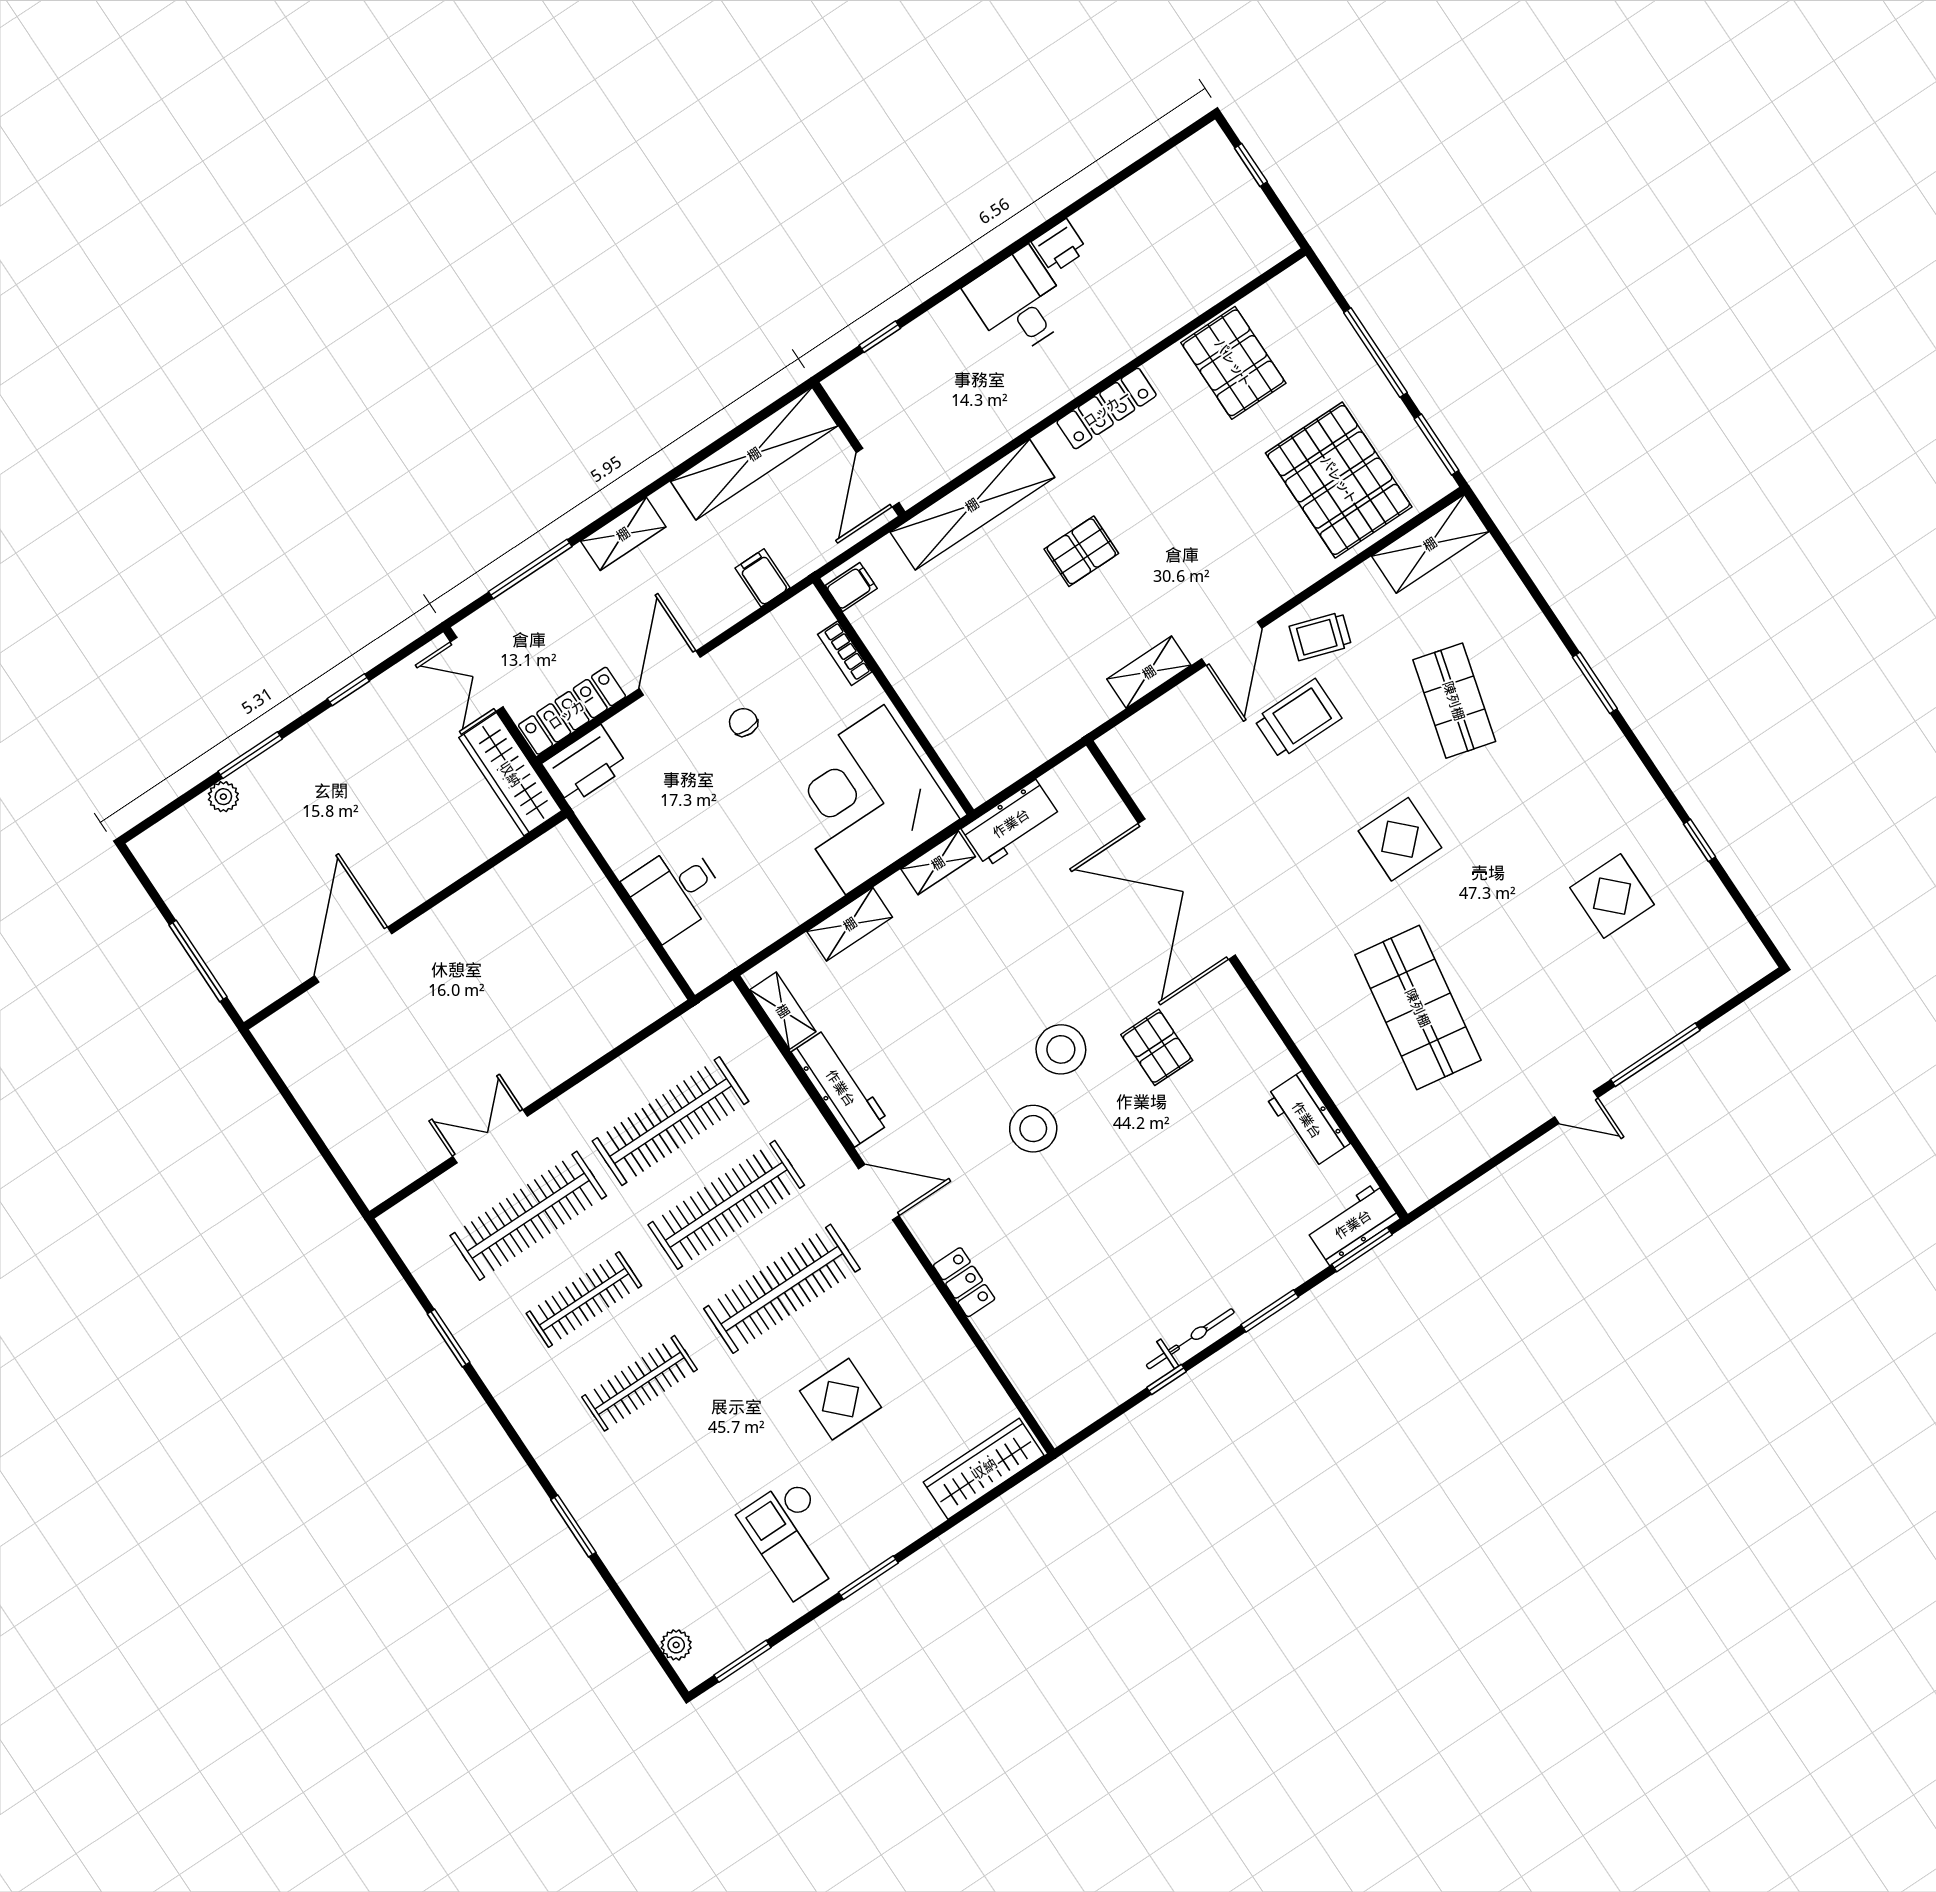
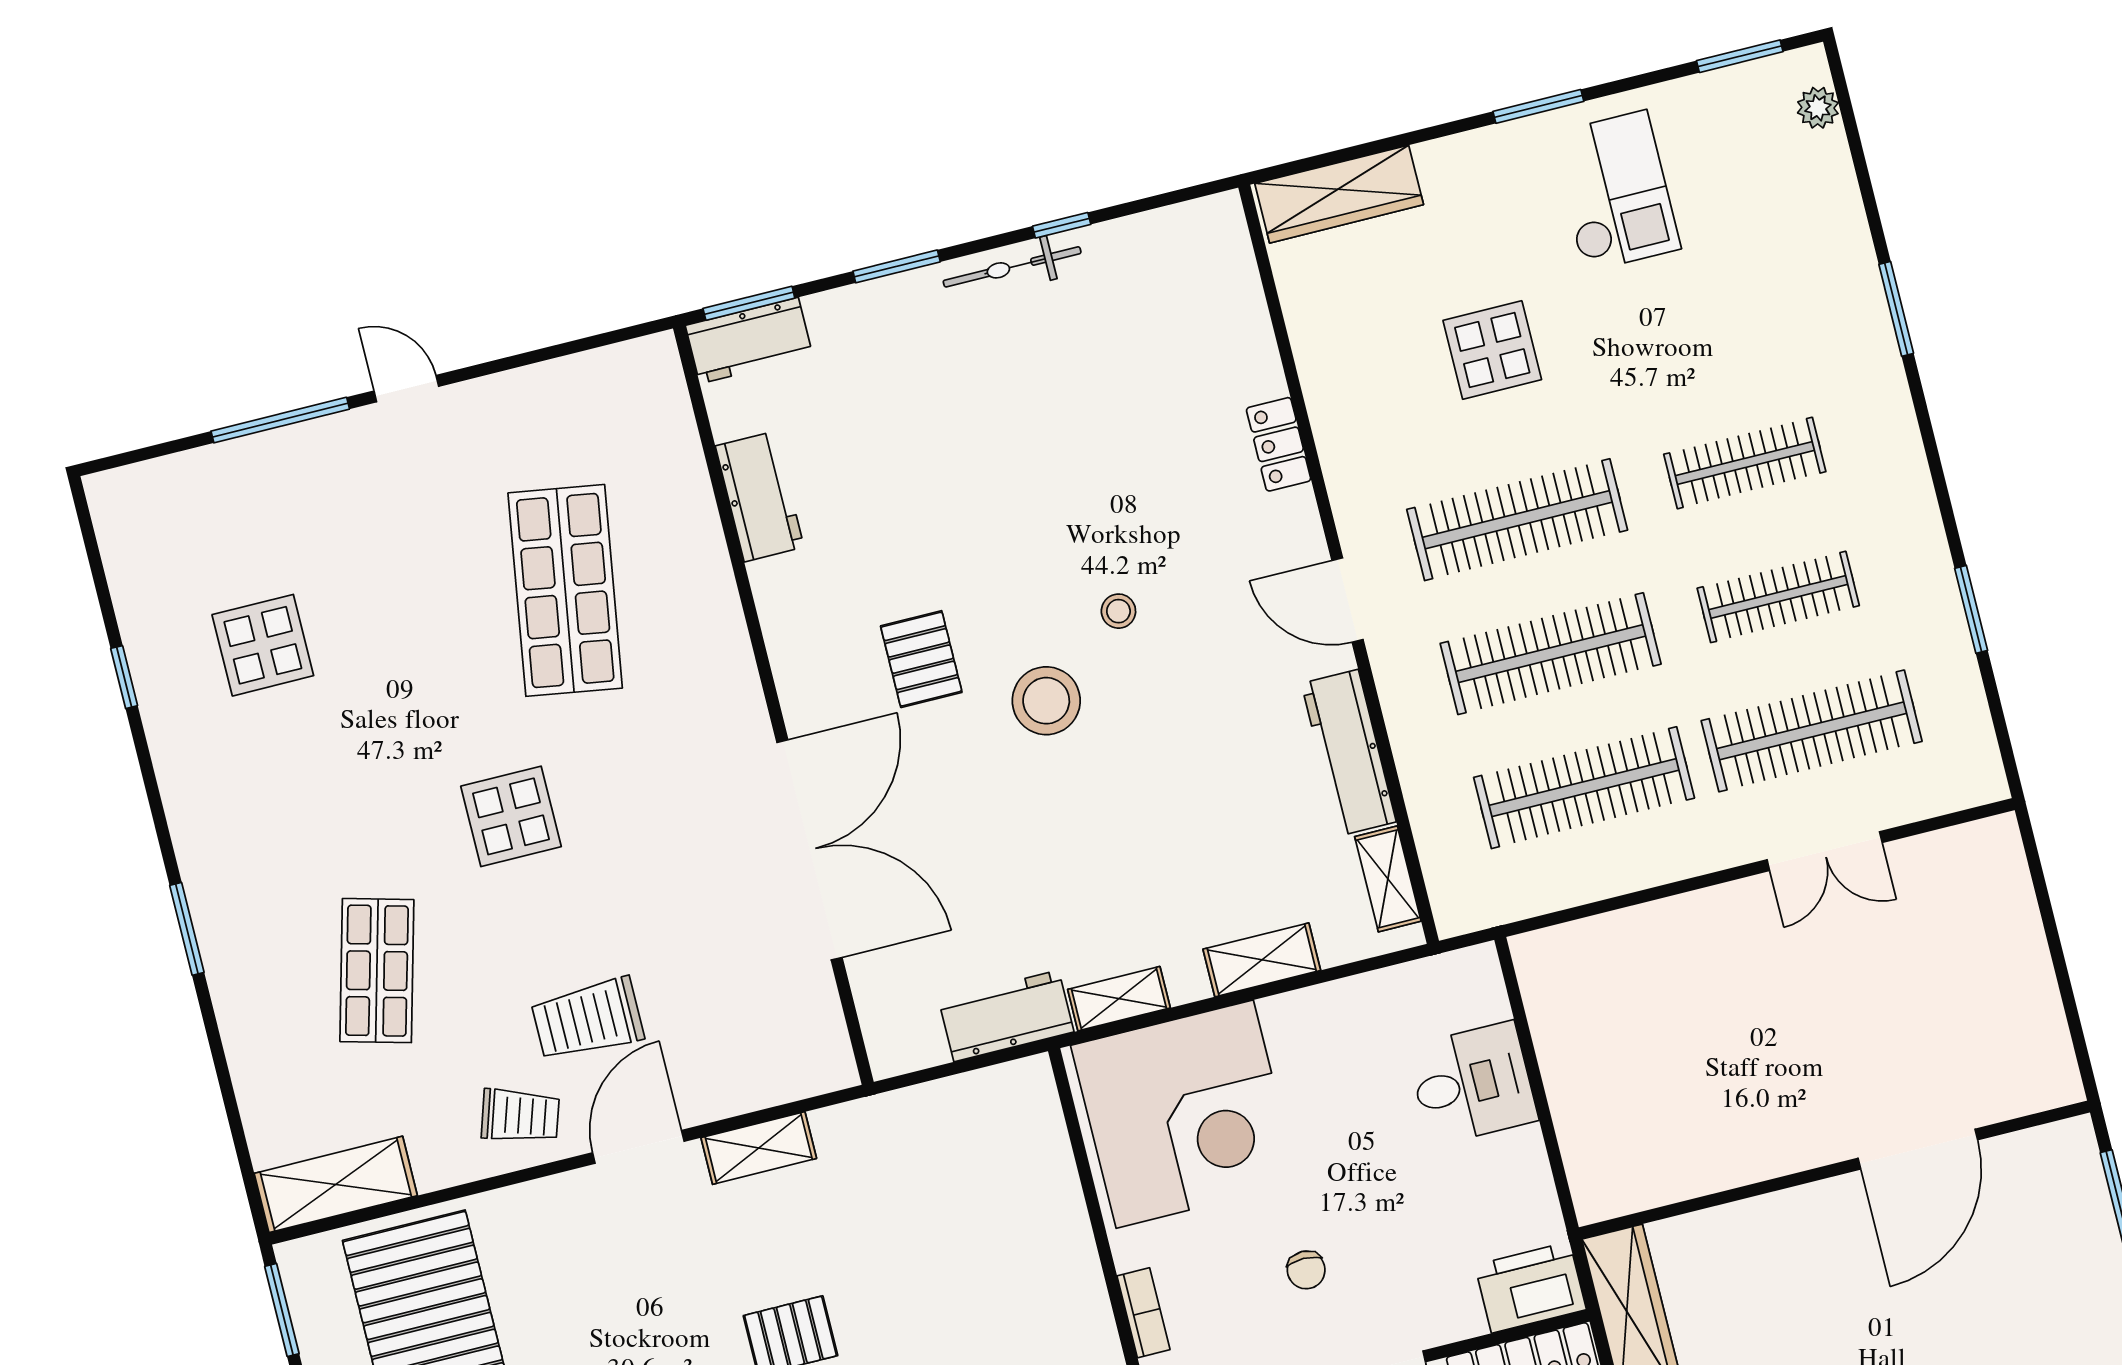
stool: (1033, 1129) -> (1118, 611), width x0.53, depth x0.53

